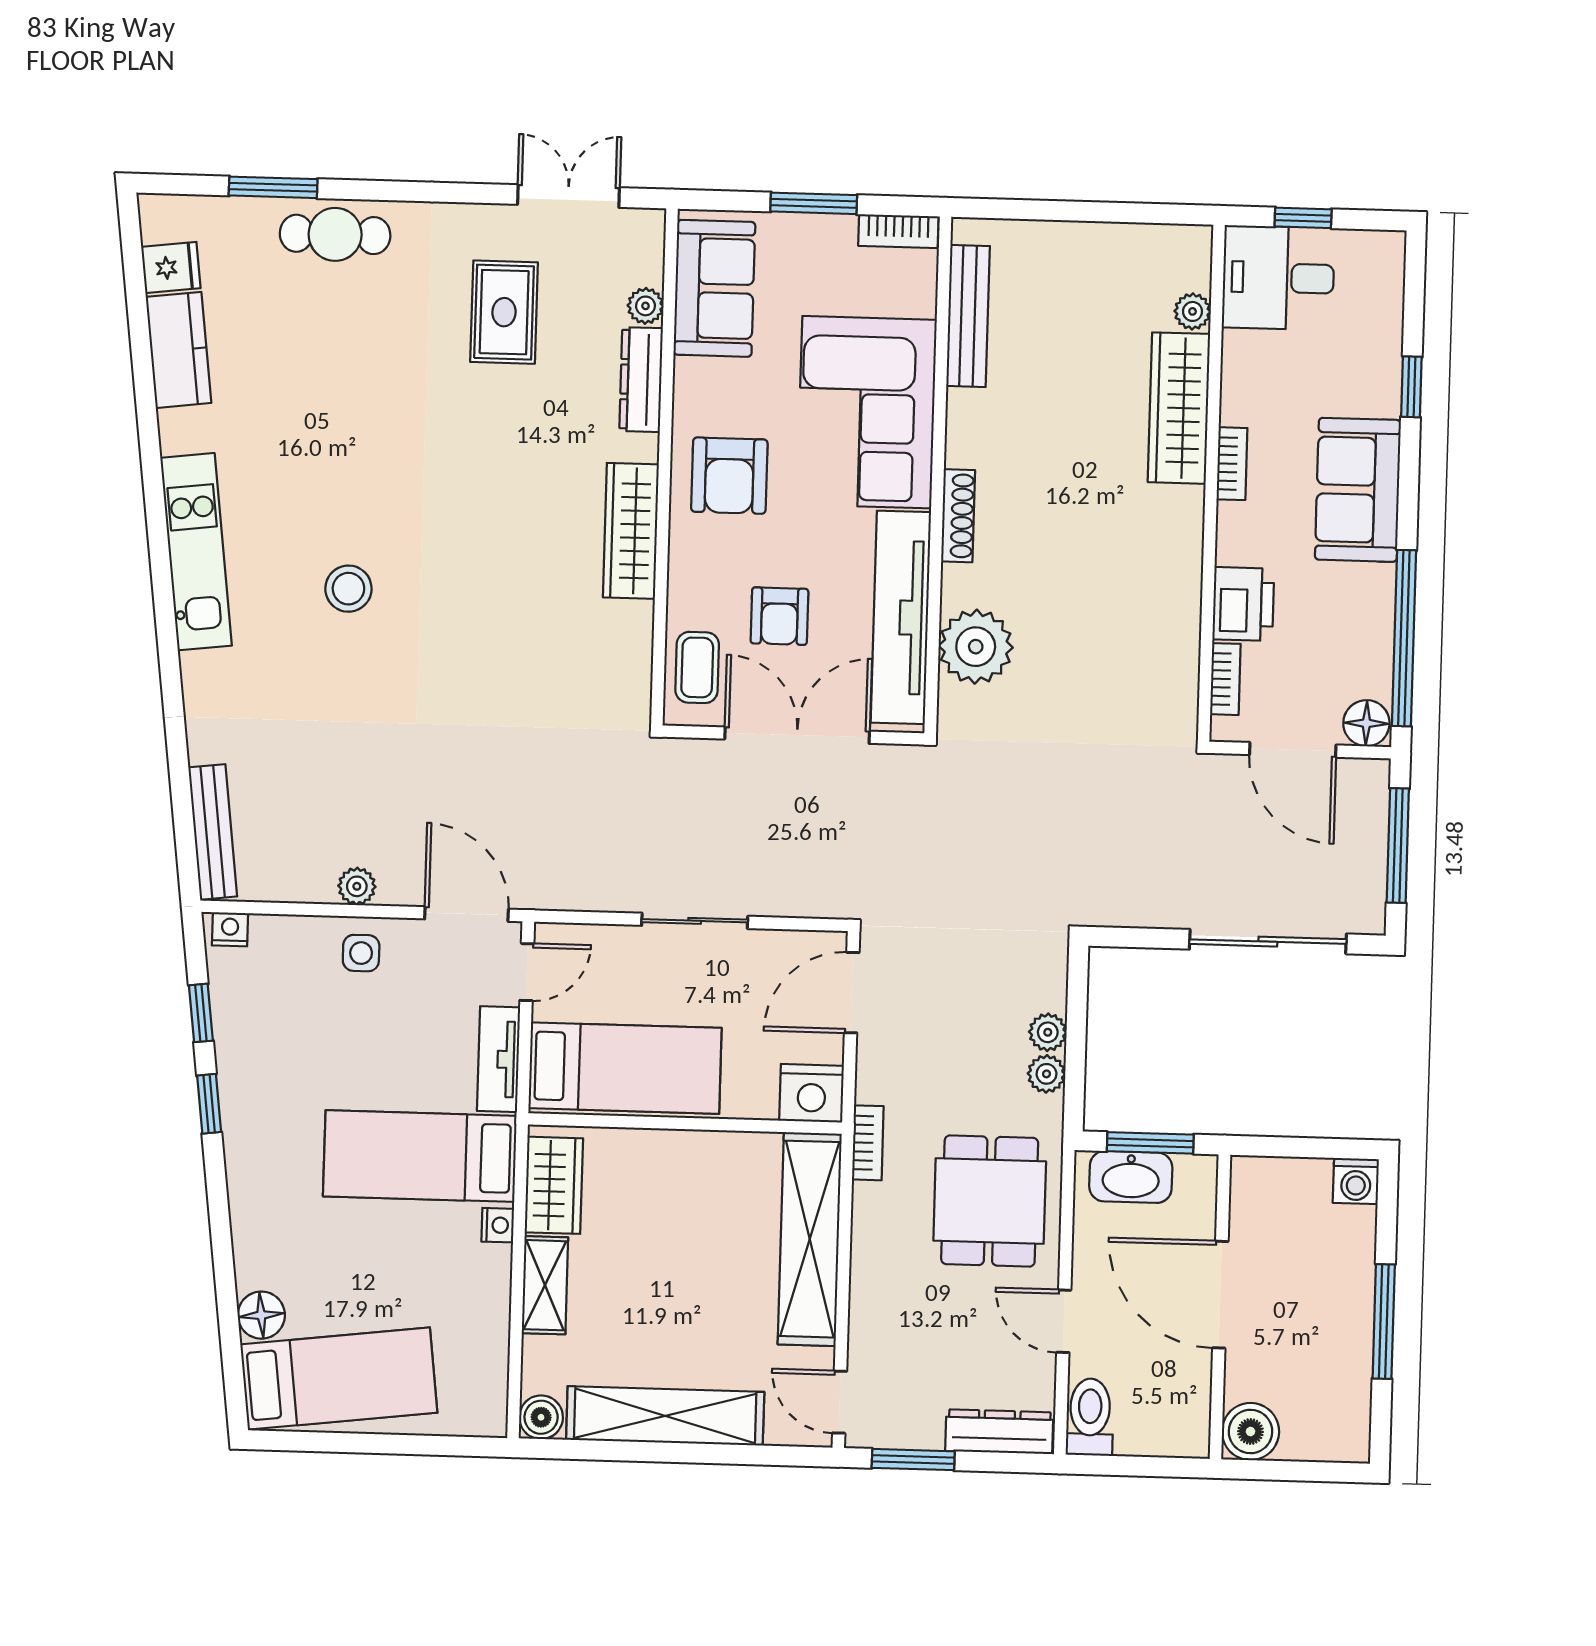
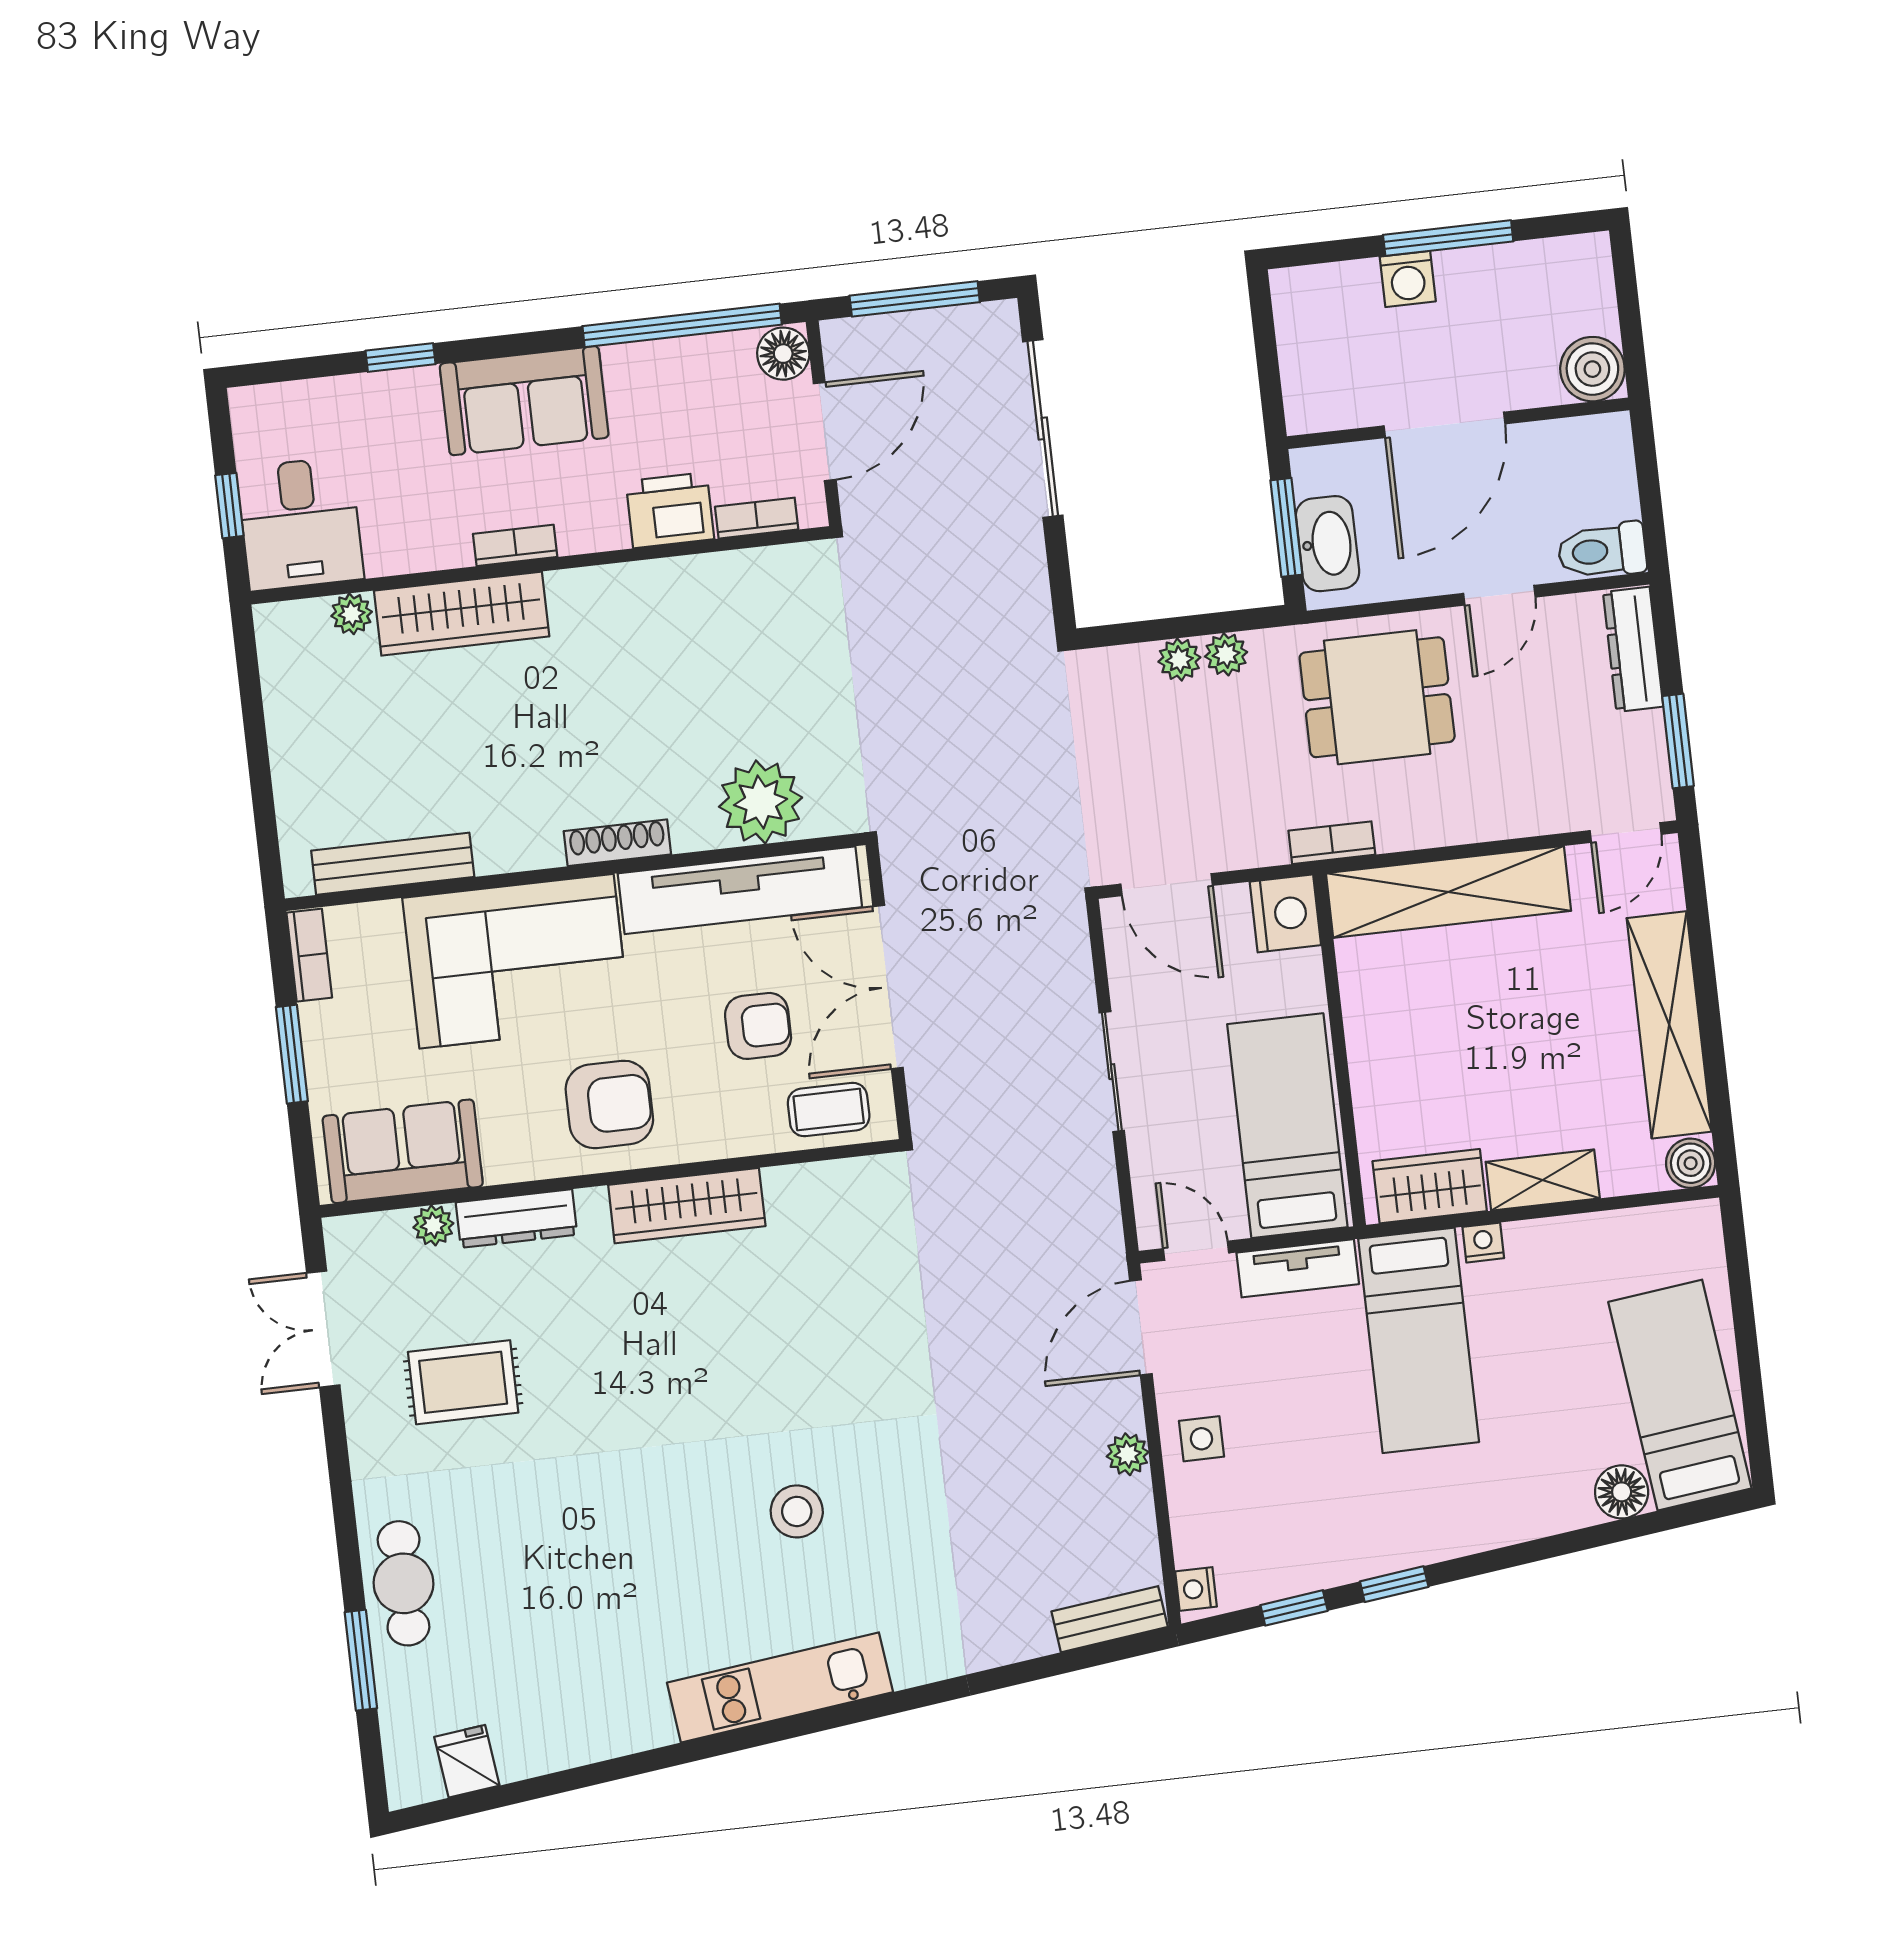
kitchen counter: (179, 350) -> (558, 1740), removed
bench: (213, 832) -> (1110, 1619), width x0.73
washing machine: (1356, 1181) -> (1408, 279), moved, turned 90

